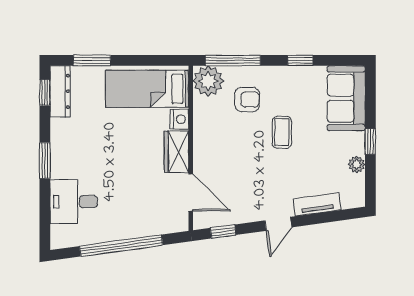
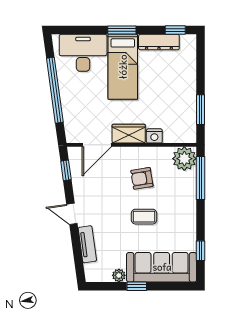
window: (92, 60) -> (201, 110), moved
window: (300, 60) -> (201, 251), moved
bed: (147, 89) -> (123, 67), moved, turned 180
dresser: (60, 91) -> (159, 42), moved
sofa: (346, 98) -> (162, 267), width x1.36
armchair: (247, 100) -> (142, 178), moved, turned 81
desk: (74, 202) -> (83, 53), width x1.37

